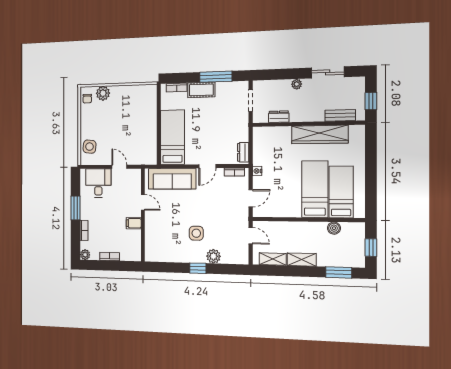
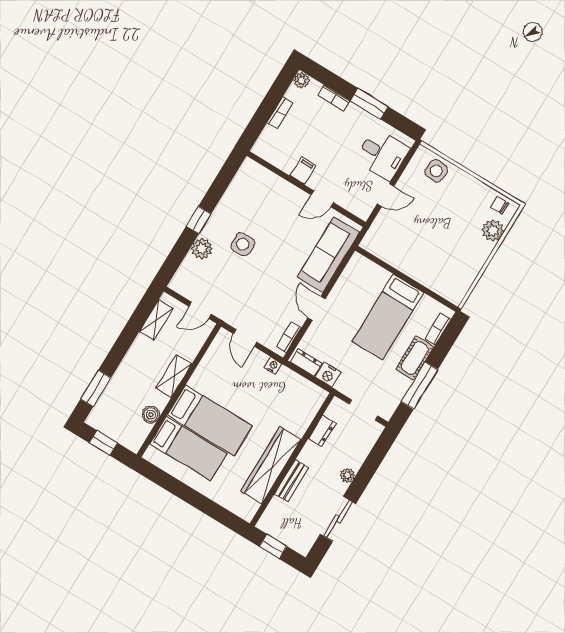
bench: (340, 115) -> (291, 481), moved
nightstand: (242, 135) -> (328, 375), added
bed: (173, 137) -> (388, 317), moved, turned 90
shelving: (302, 260) -> (174, 376), moved

